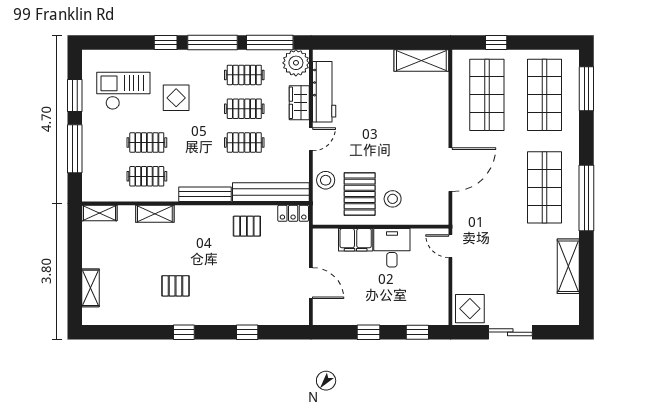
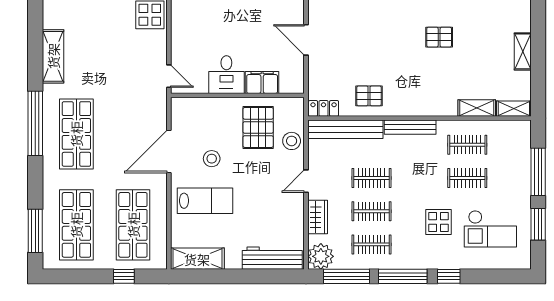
workbench: (324, 92) -> (272, 258), moved, turned 90
lab bench: (414, 119) -> (205, 201), added
stool: (393, 199) -> (212, 159), moved
shelving: (155, 214) -> (477, 108), moved
shelving: (91, 288) -> (523, 51), moved

